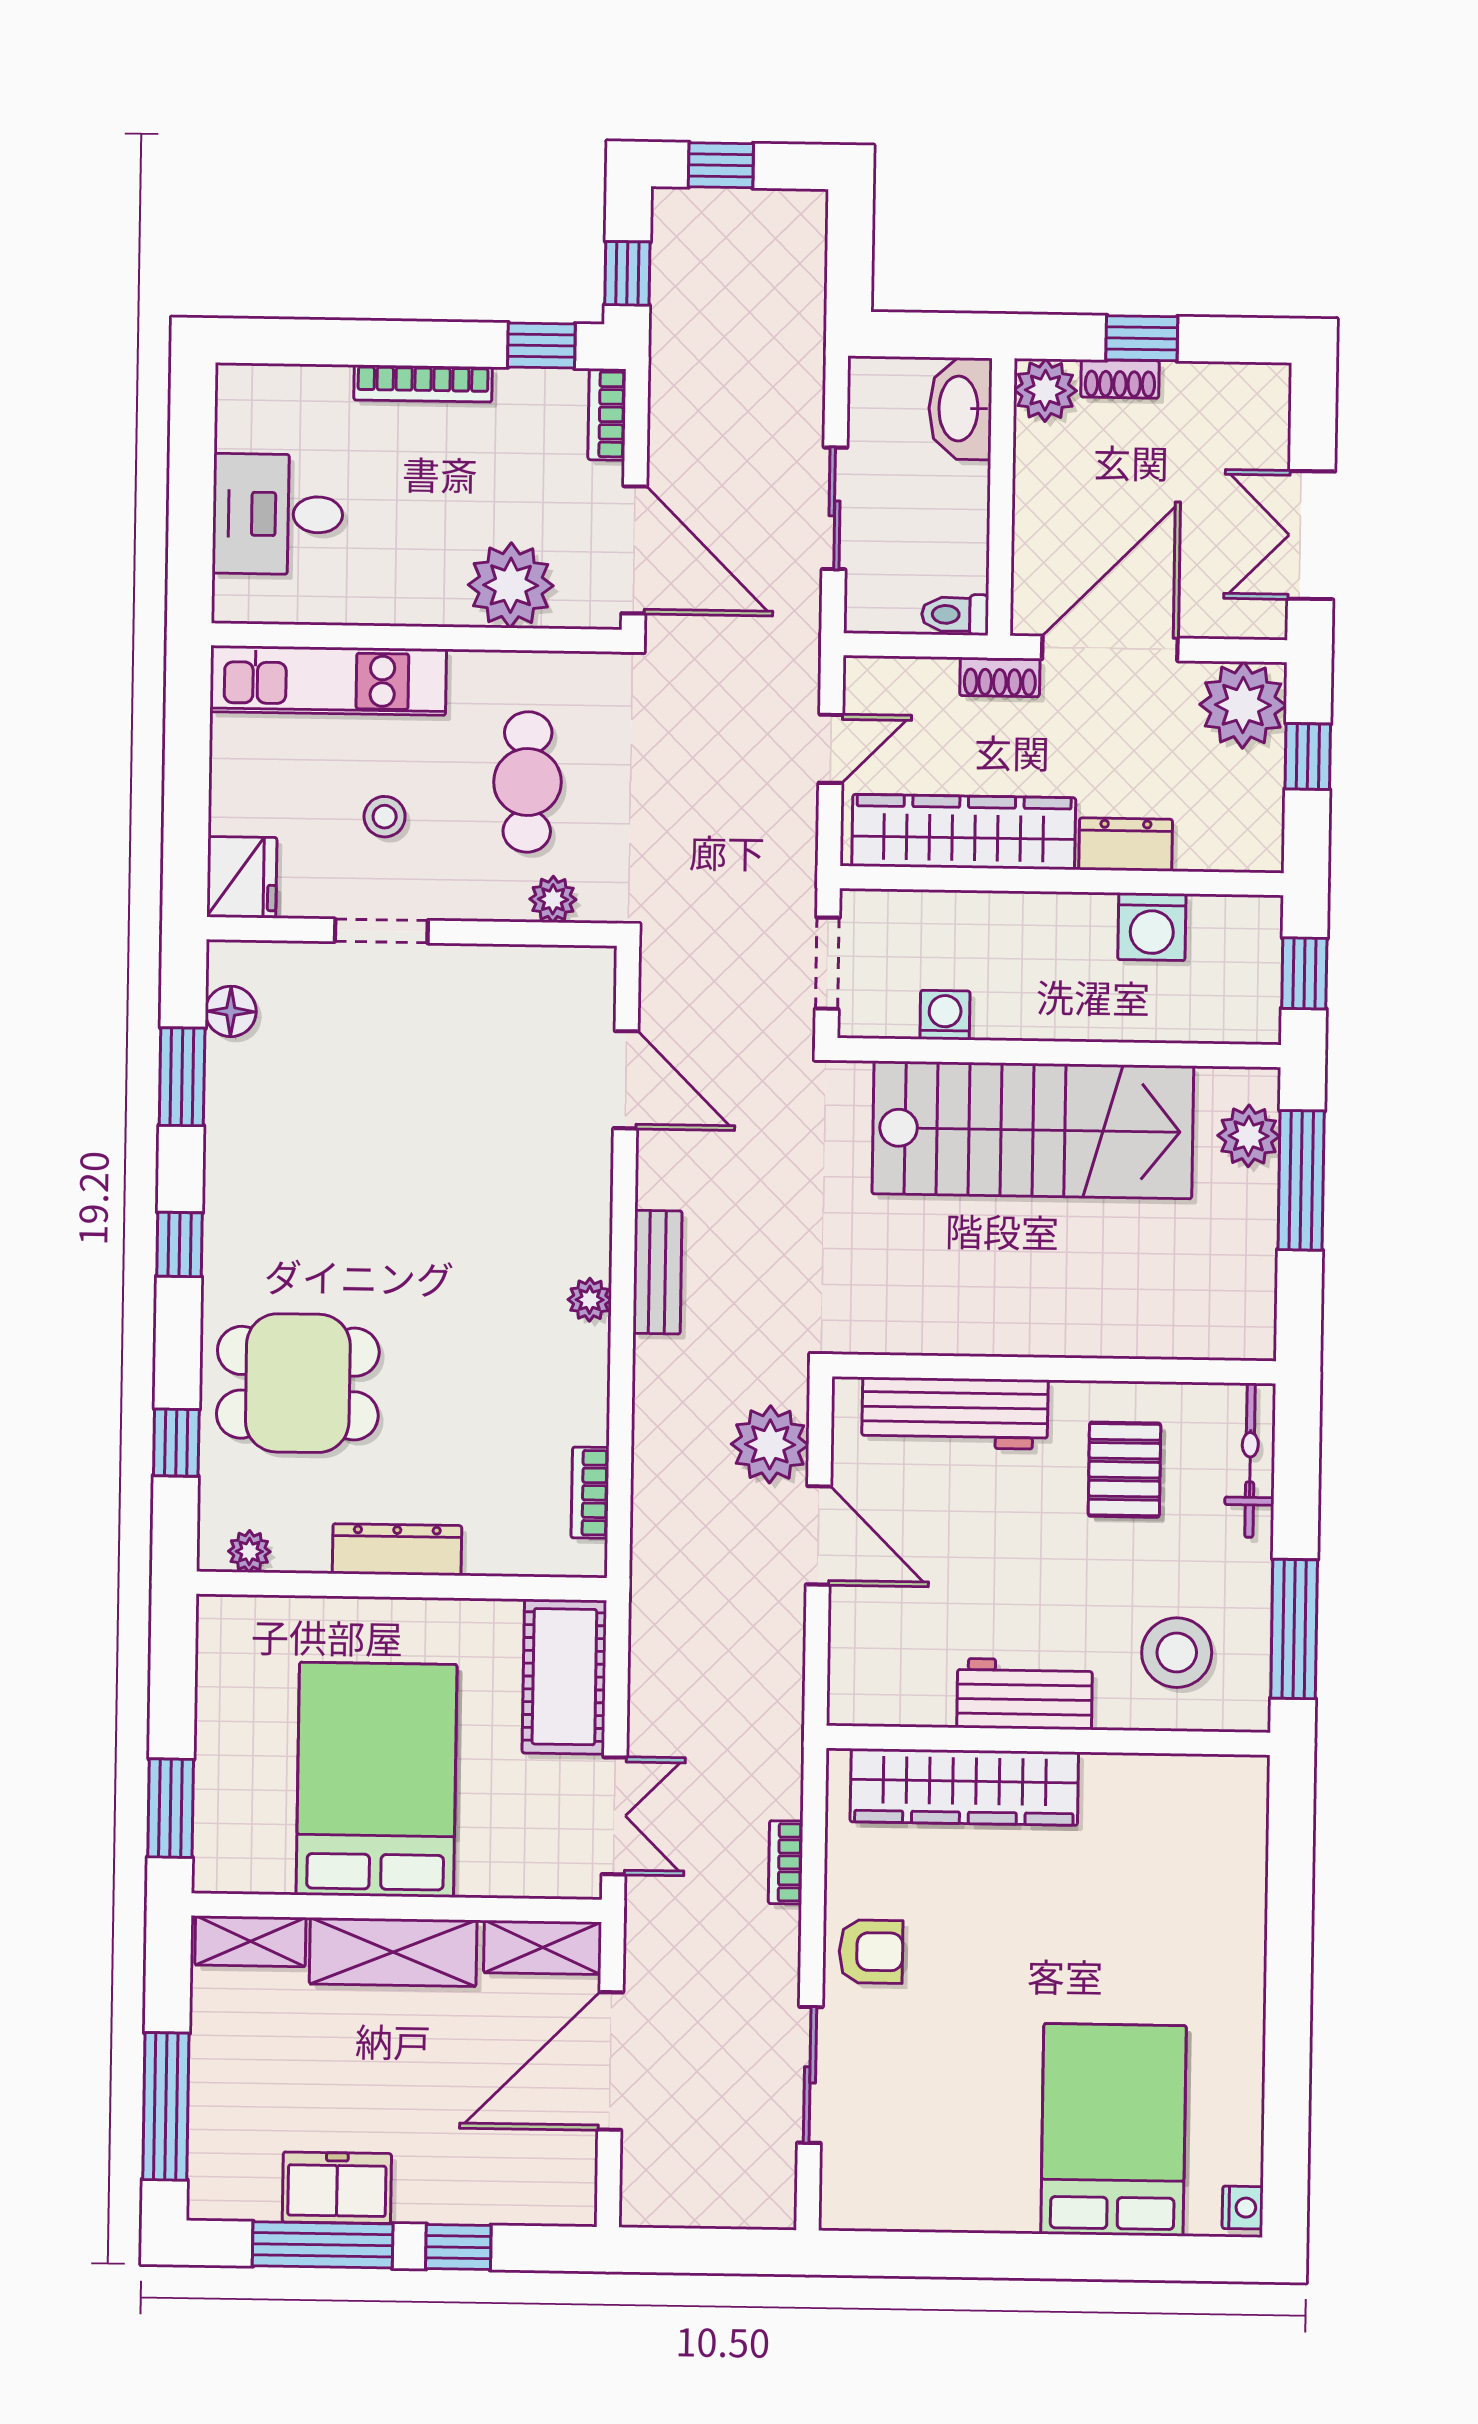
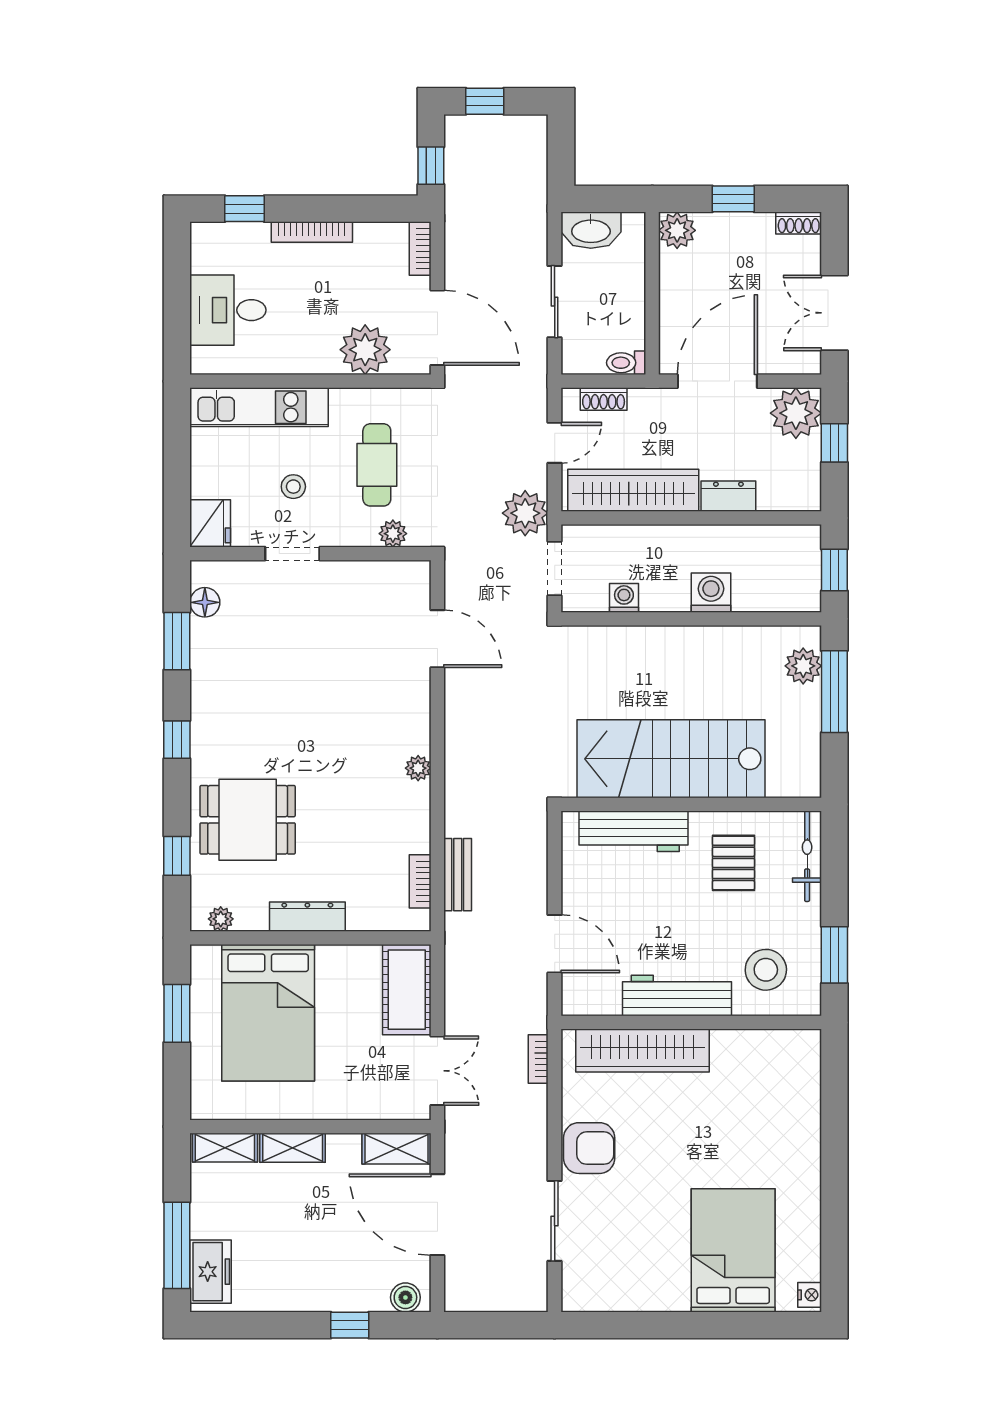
window: (541, 345) -> (245, 209), moved
shoe rack: (1120, 379) -> (799, 223), moved
washbasin: (960, 409) -> (591, 230), moved, turned -90
shoe rack: (1000, 677) -> (604, 399), moved
washing machine: (1152, 927) -> (711, 593), moved, turned 180
stairs: (1033, 1130) -> (671, 759), moved, turned 180
bench: (657, 1272) -> (458, 875), moved
plant: (770, 1444) -> (525, 513), moved
door: (818, 1535) -> (555, 944), moved
window: (1294, 1629) -> (834, 955), width x0.69
workbench: (1025, 1694) -> (677, 996), width x1.38
bed: (377, 1780) -> (268, 1013), moved, turned 180
window: (171, 1808) -> (177, 1013), moved
bookcase: (786, 1862) -> (538, 1059), moved
shelving: (393, 1952) -> (293, 1148), width x0.67, depth x0.75
armchair: (871, 1952) -> (589, 1148), width x1.38, depth x1.38
door: (610, 2061) -> (437, 1215), hinge flipped
freezer: (337, 2188) -> (211, 1272), moved, turned 90
boiler: (554, 2201) -> (405, 1297), added
window: (323, 2245) -> (270, 1325), removed

